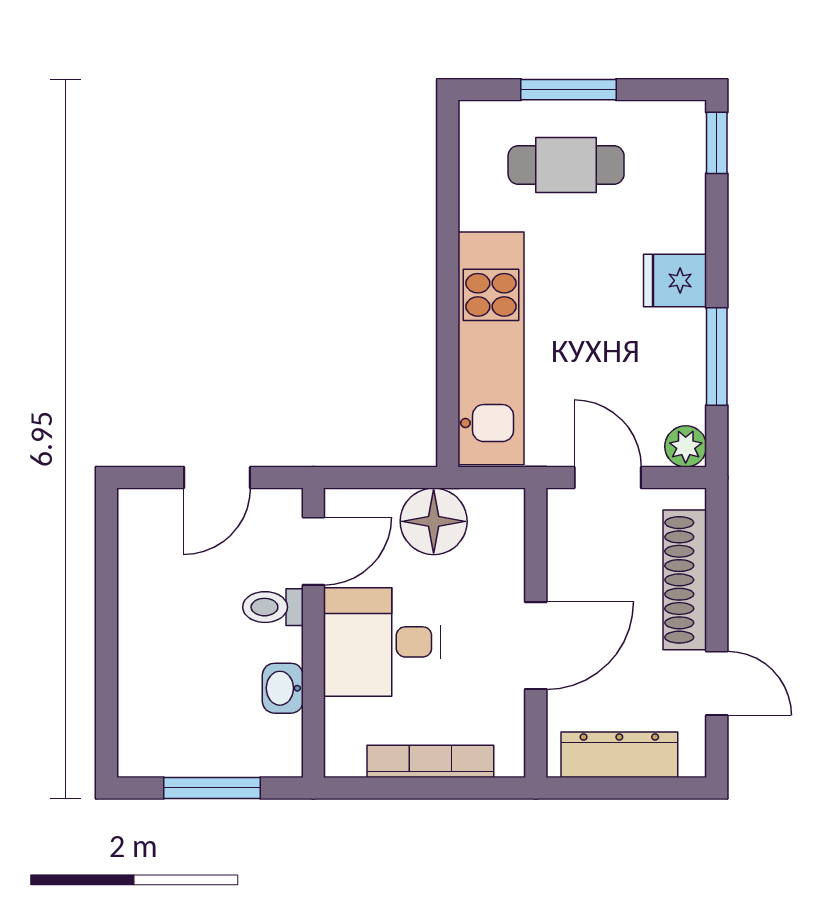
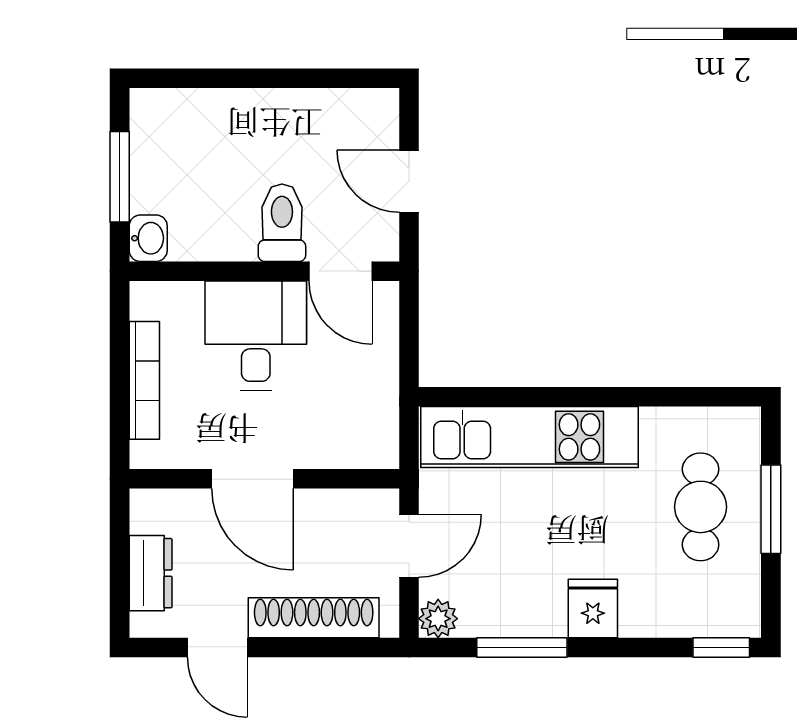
floor lamp: (434, 521) -> (368, 383), removed
toilet: (273, 607) -> (282, 223), width x1.37, depth x1.39
door: (717, 683) -> (217, 648), hinge flipped
washbasin: (283, 688) -> (148, 238), moved, turned 90
dresser: (619, 755) -> (151, 573), width x0.70

